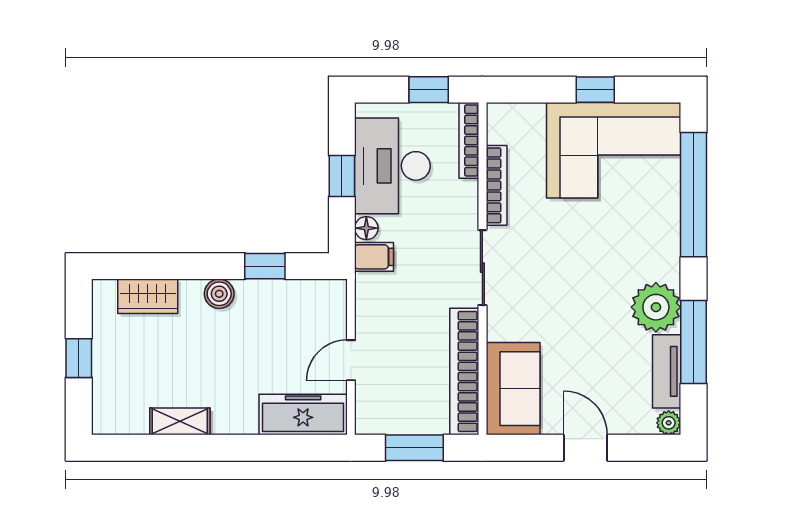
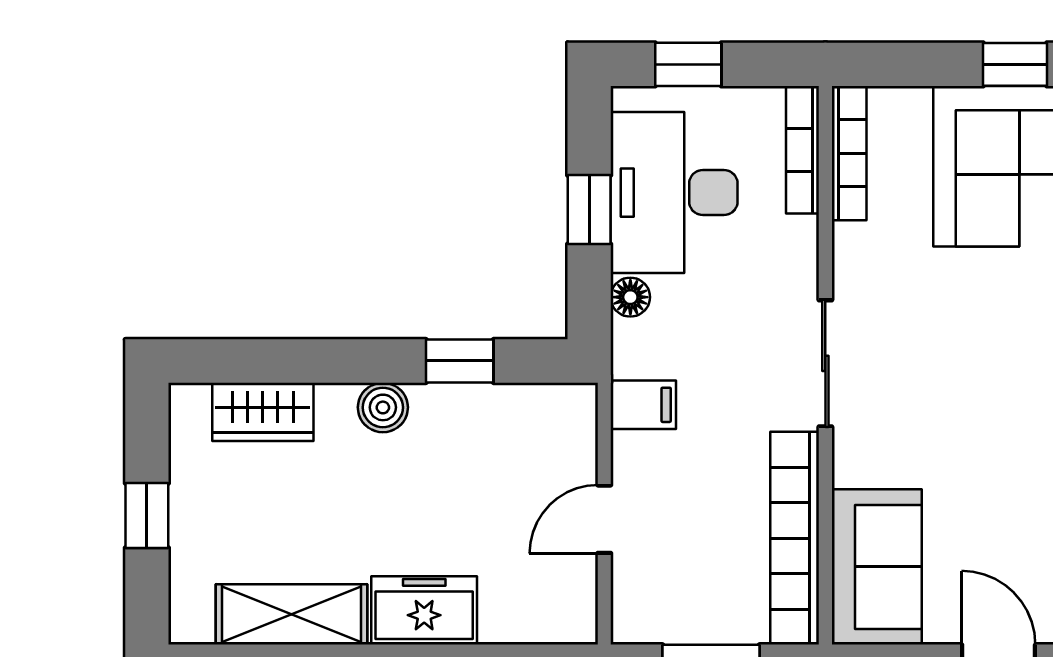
window: (429, 90) -> (688, 64), moved
bookcase: (497, 185) -> (849, 153), moved
filing cabinet: (374, 257) -> (643, 405), moved
freezer: (303, 415) -> (424, 610), moved, width x0.71
shelving: (180, 421) -> (292, 614), width x1.50, depth x1.33

